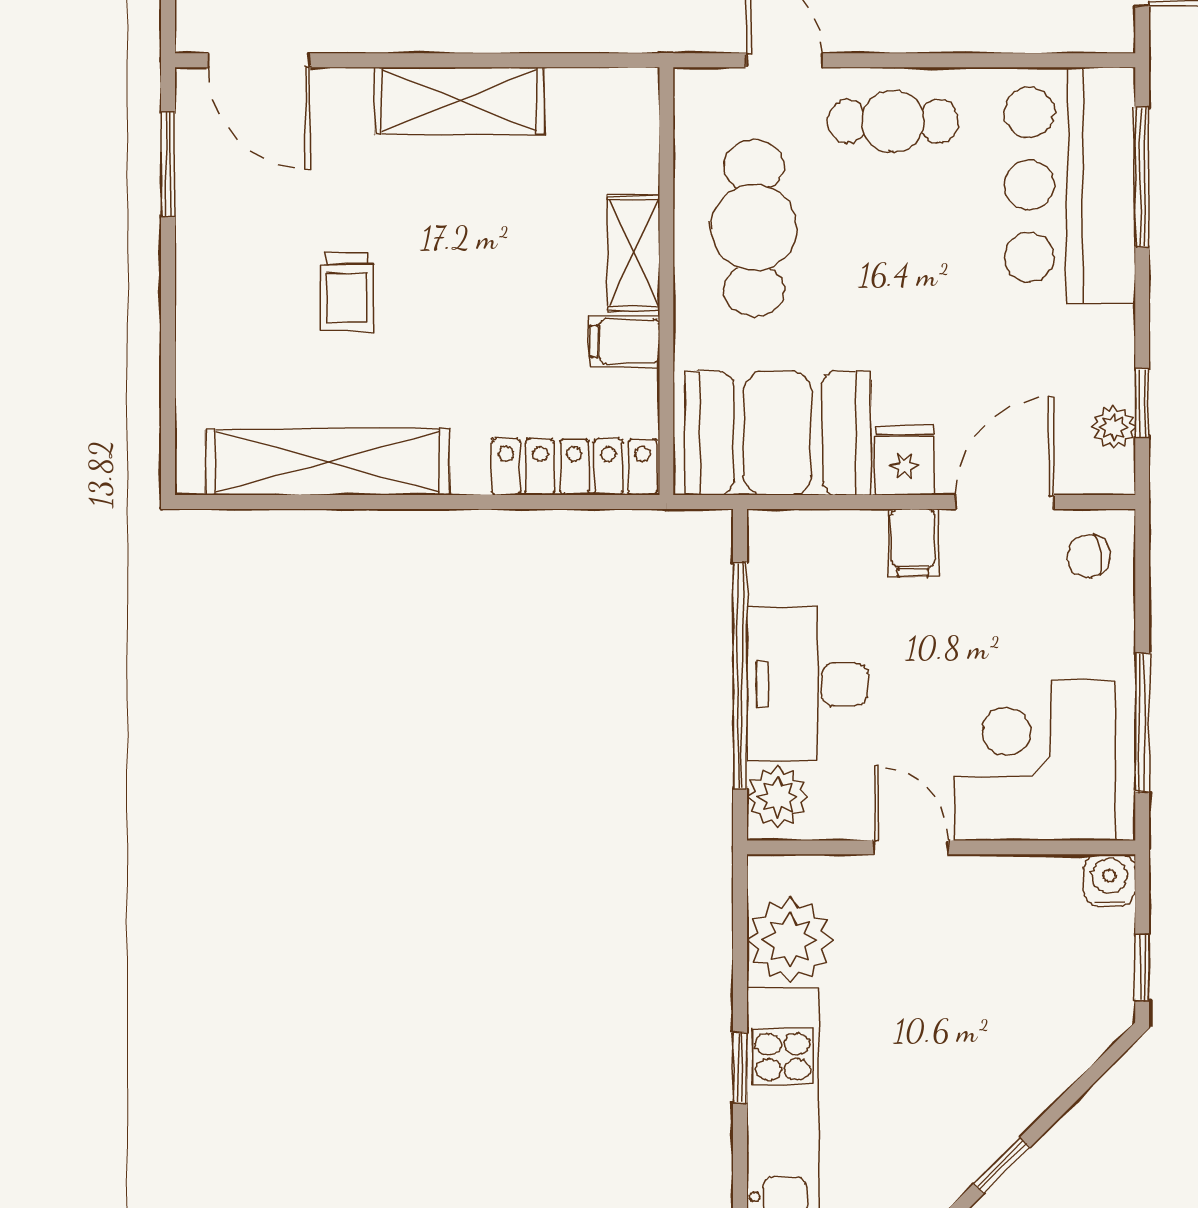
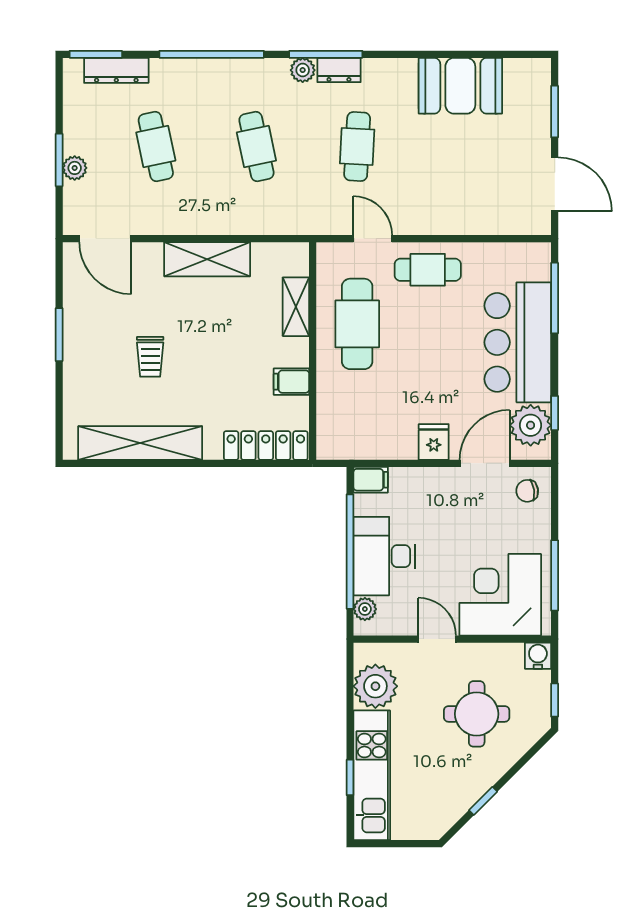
window: (168, 164) -> (59, 335), moved
bar counter: (1070, 185) -> (518, 342), moved
shelving: (634, 253) -> (296, 307), moved
plant: (1114, 427) -> (531, 425), width x1.88, depth x1.88
booth: (778, 433) -> (369, 428), removed
filing cabinet: (913, 543) -> (371, 480), moved, turned -90
plant: (778, 797) -> (365, 609), width x0.73, depth x0.73
round table: (989, 995) -> (477, 714), added
window: (740, 1068) -> (350, 777), moved

